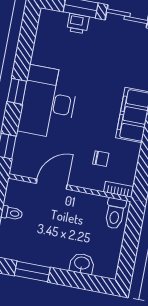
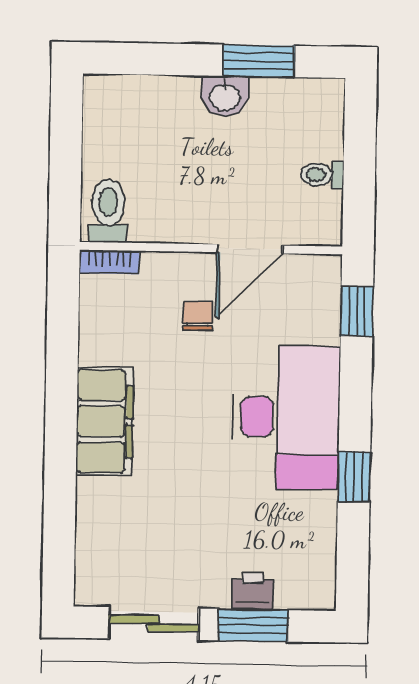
window: (17, 91) -> (354, 477), moved
chair: (101, 159) -> (198, 316), moved, turned 90
washbasin: (82, 264) -> (225, 96), moved

